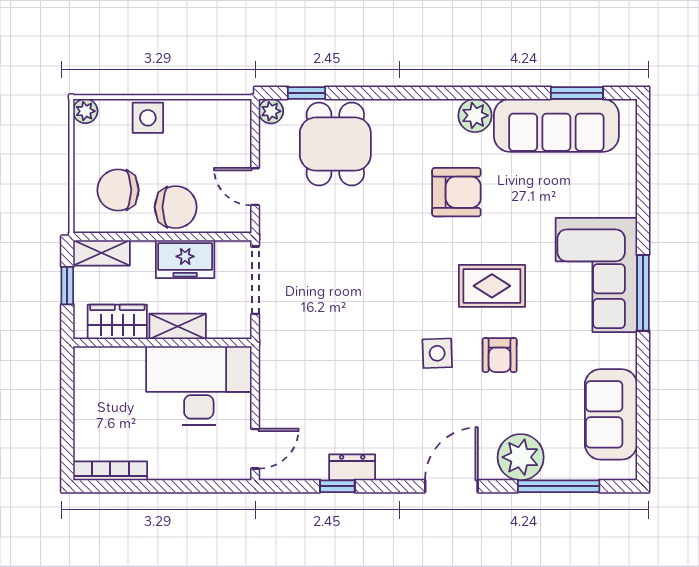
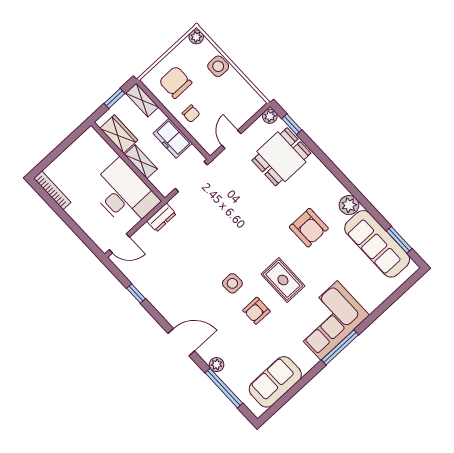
chair: (176, 207) -> (191, 114), width x0.54, depth x0.54
plant: (521, 457) -> (217, 365), width x0.53, depth x0.53
dresser: (352, 467) -> (161, 217), moved, turned 90

